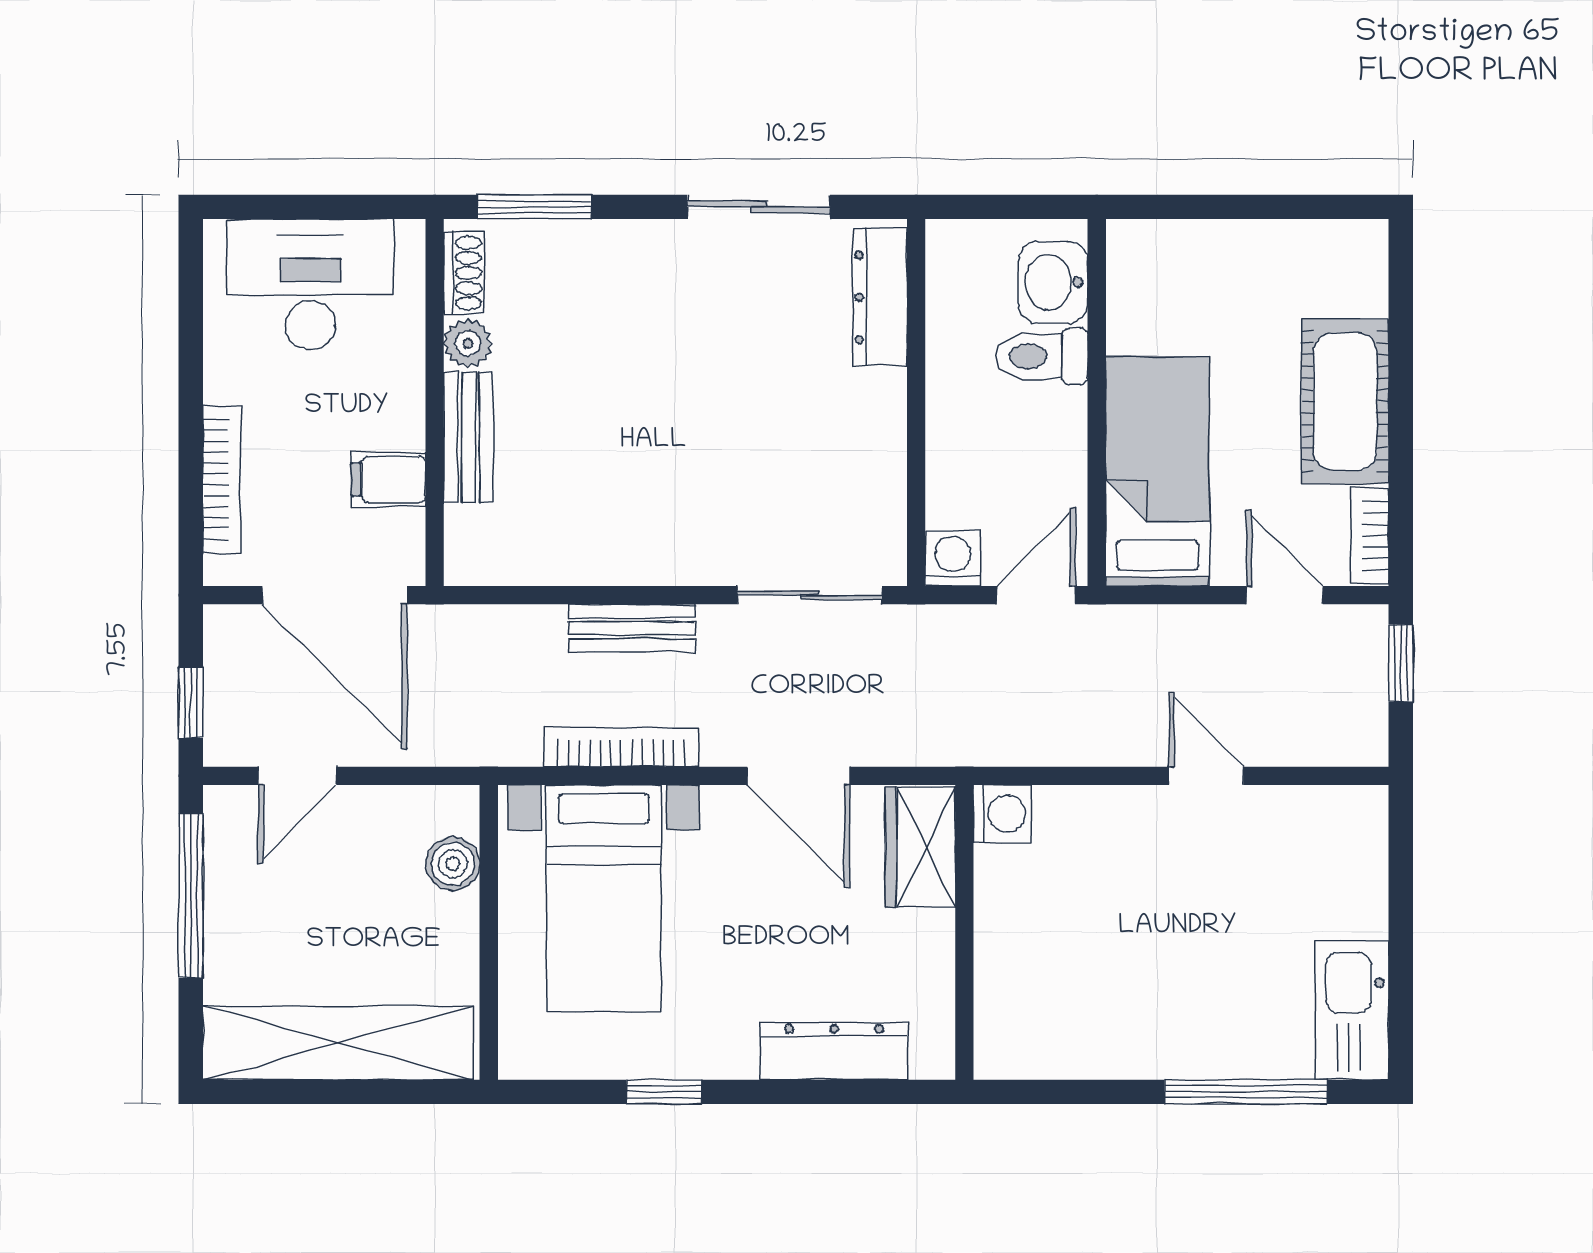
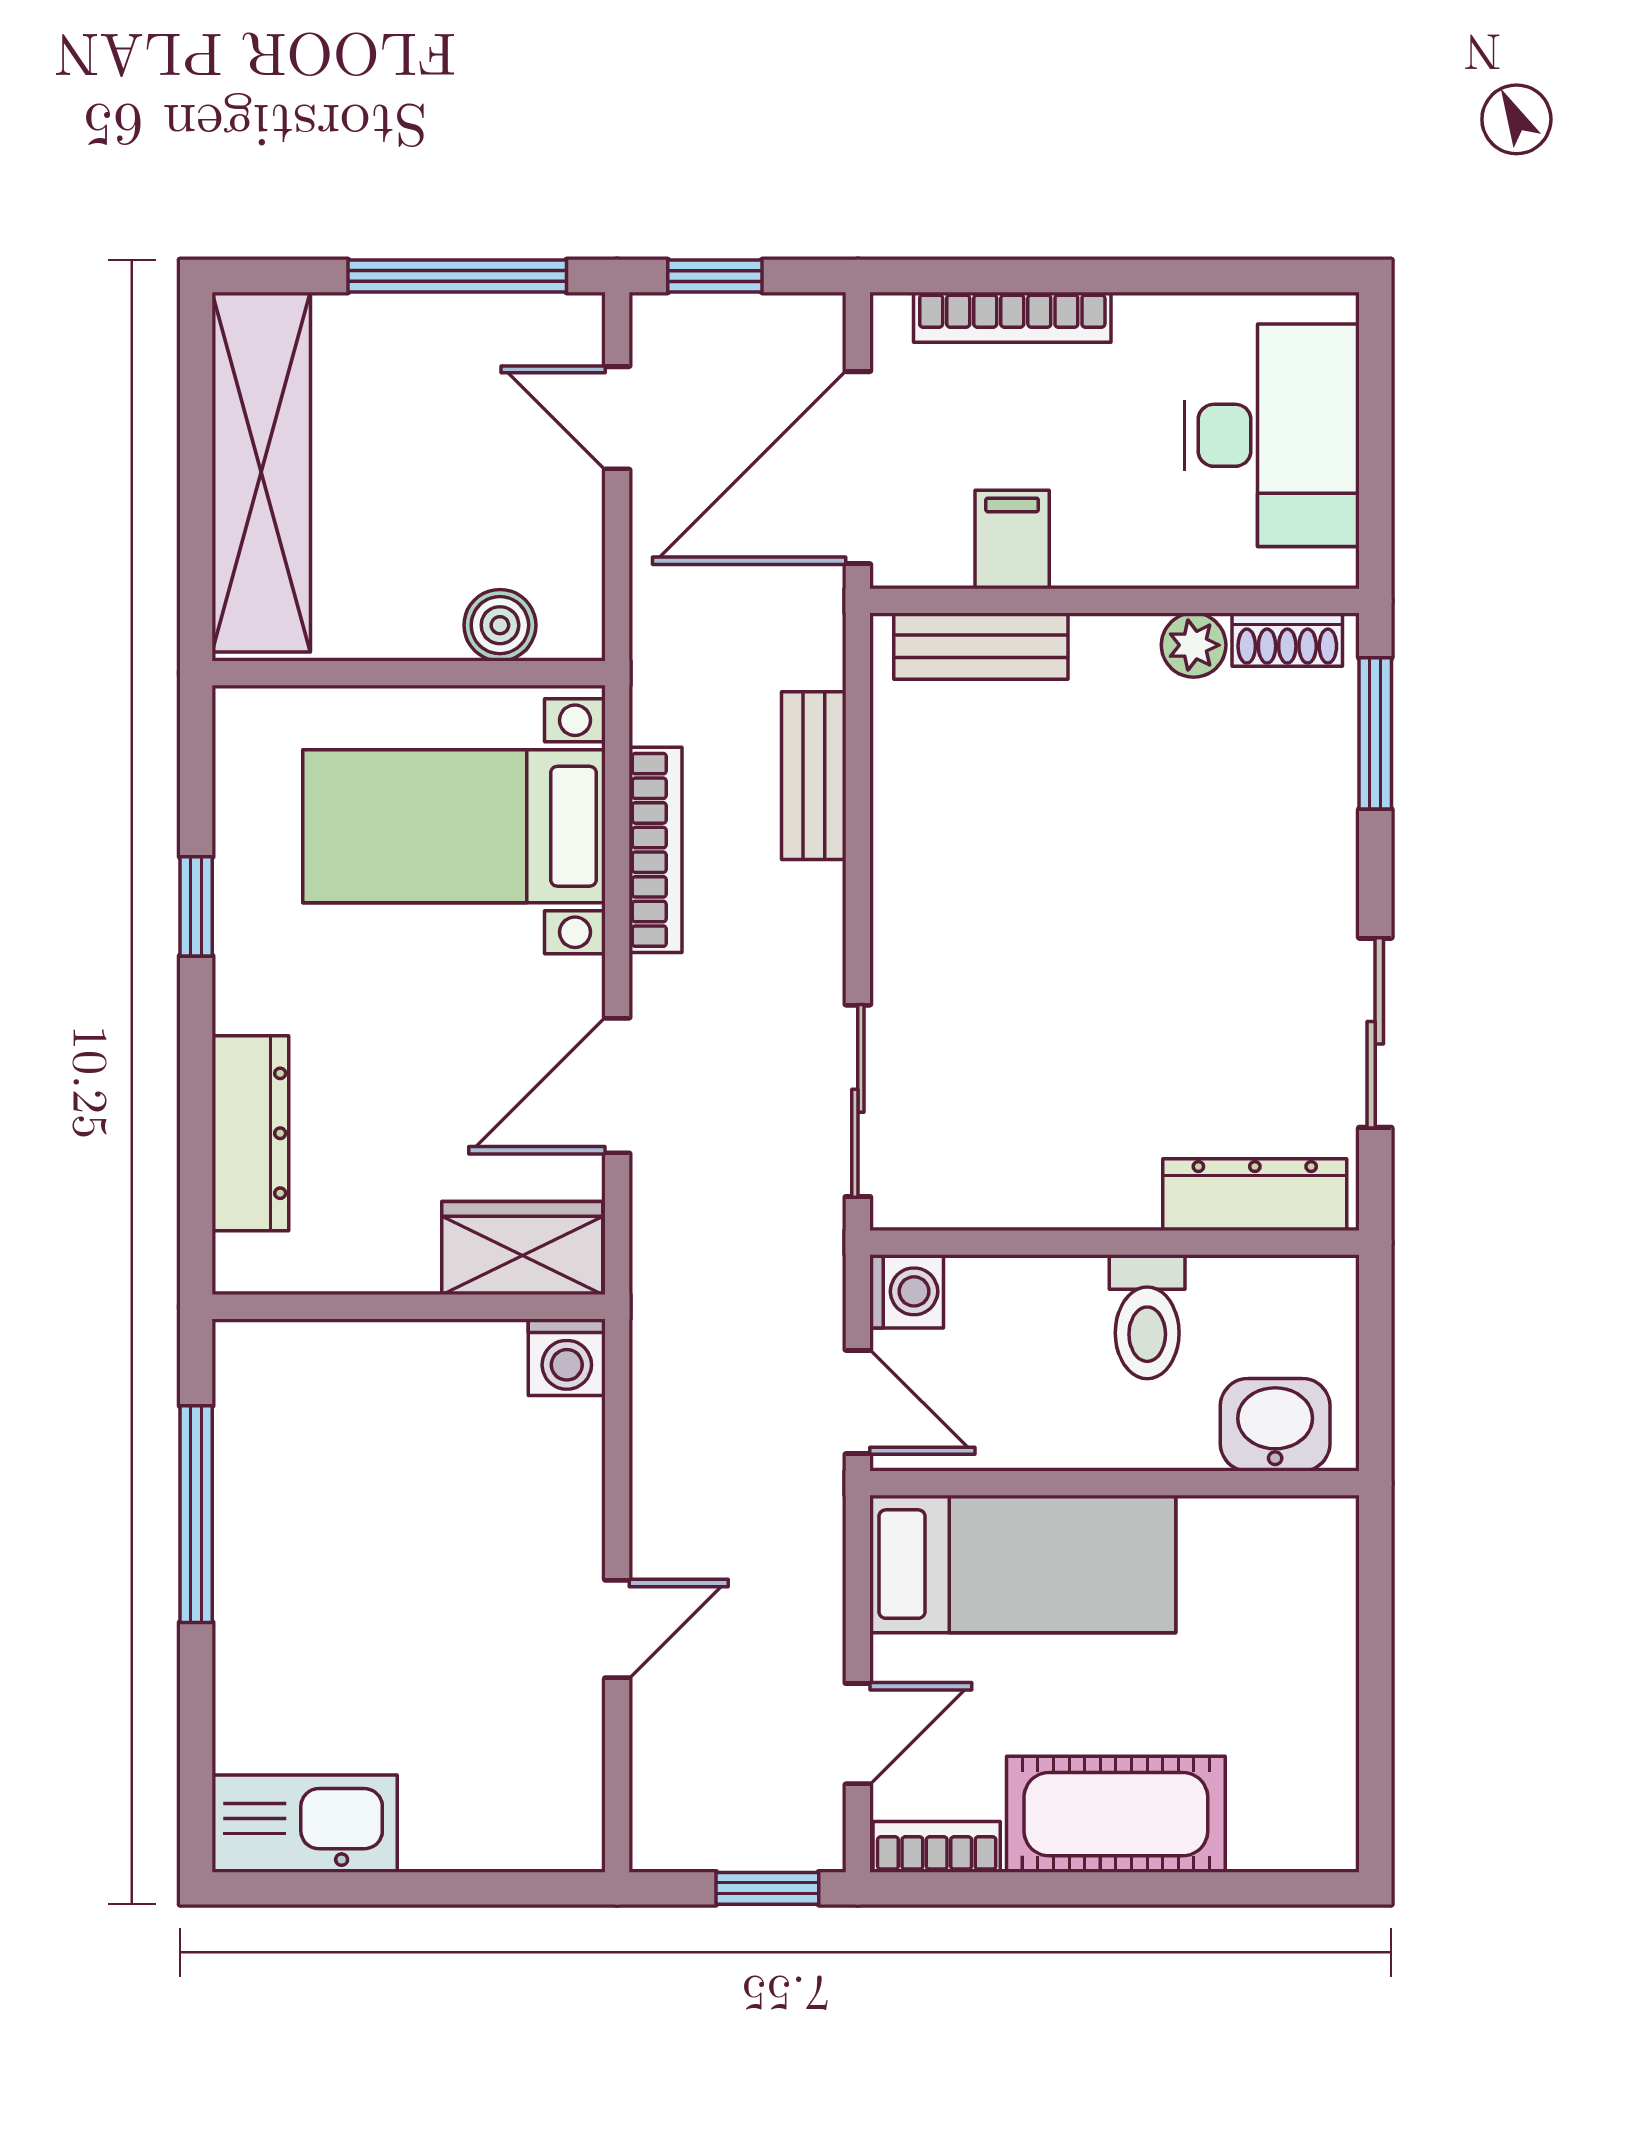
toilet: (1041, 356) -> (1147, 1317), moved, turned 180
bench: (469, 438) -> (981, 646), moved
bench: (632, 628) -> (814, 776), moved
window: (1246, 1092) -> (196, 1514), moved

